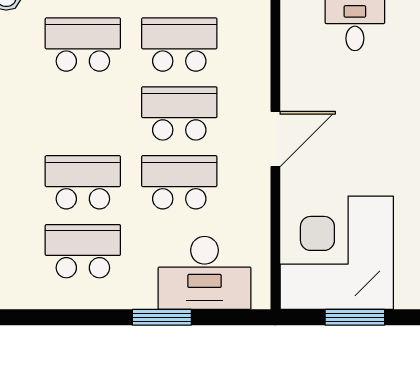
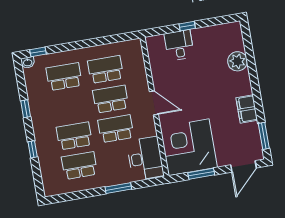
door: (275, 139) -> (154, 103), hinge flipped
desk: (205, 273) -> (145, 158), moved, turned -90

